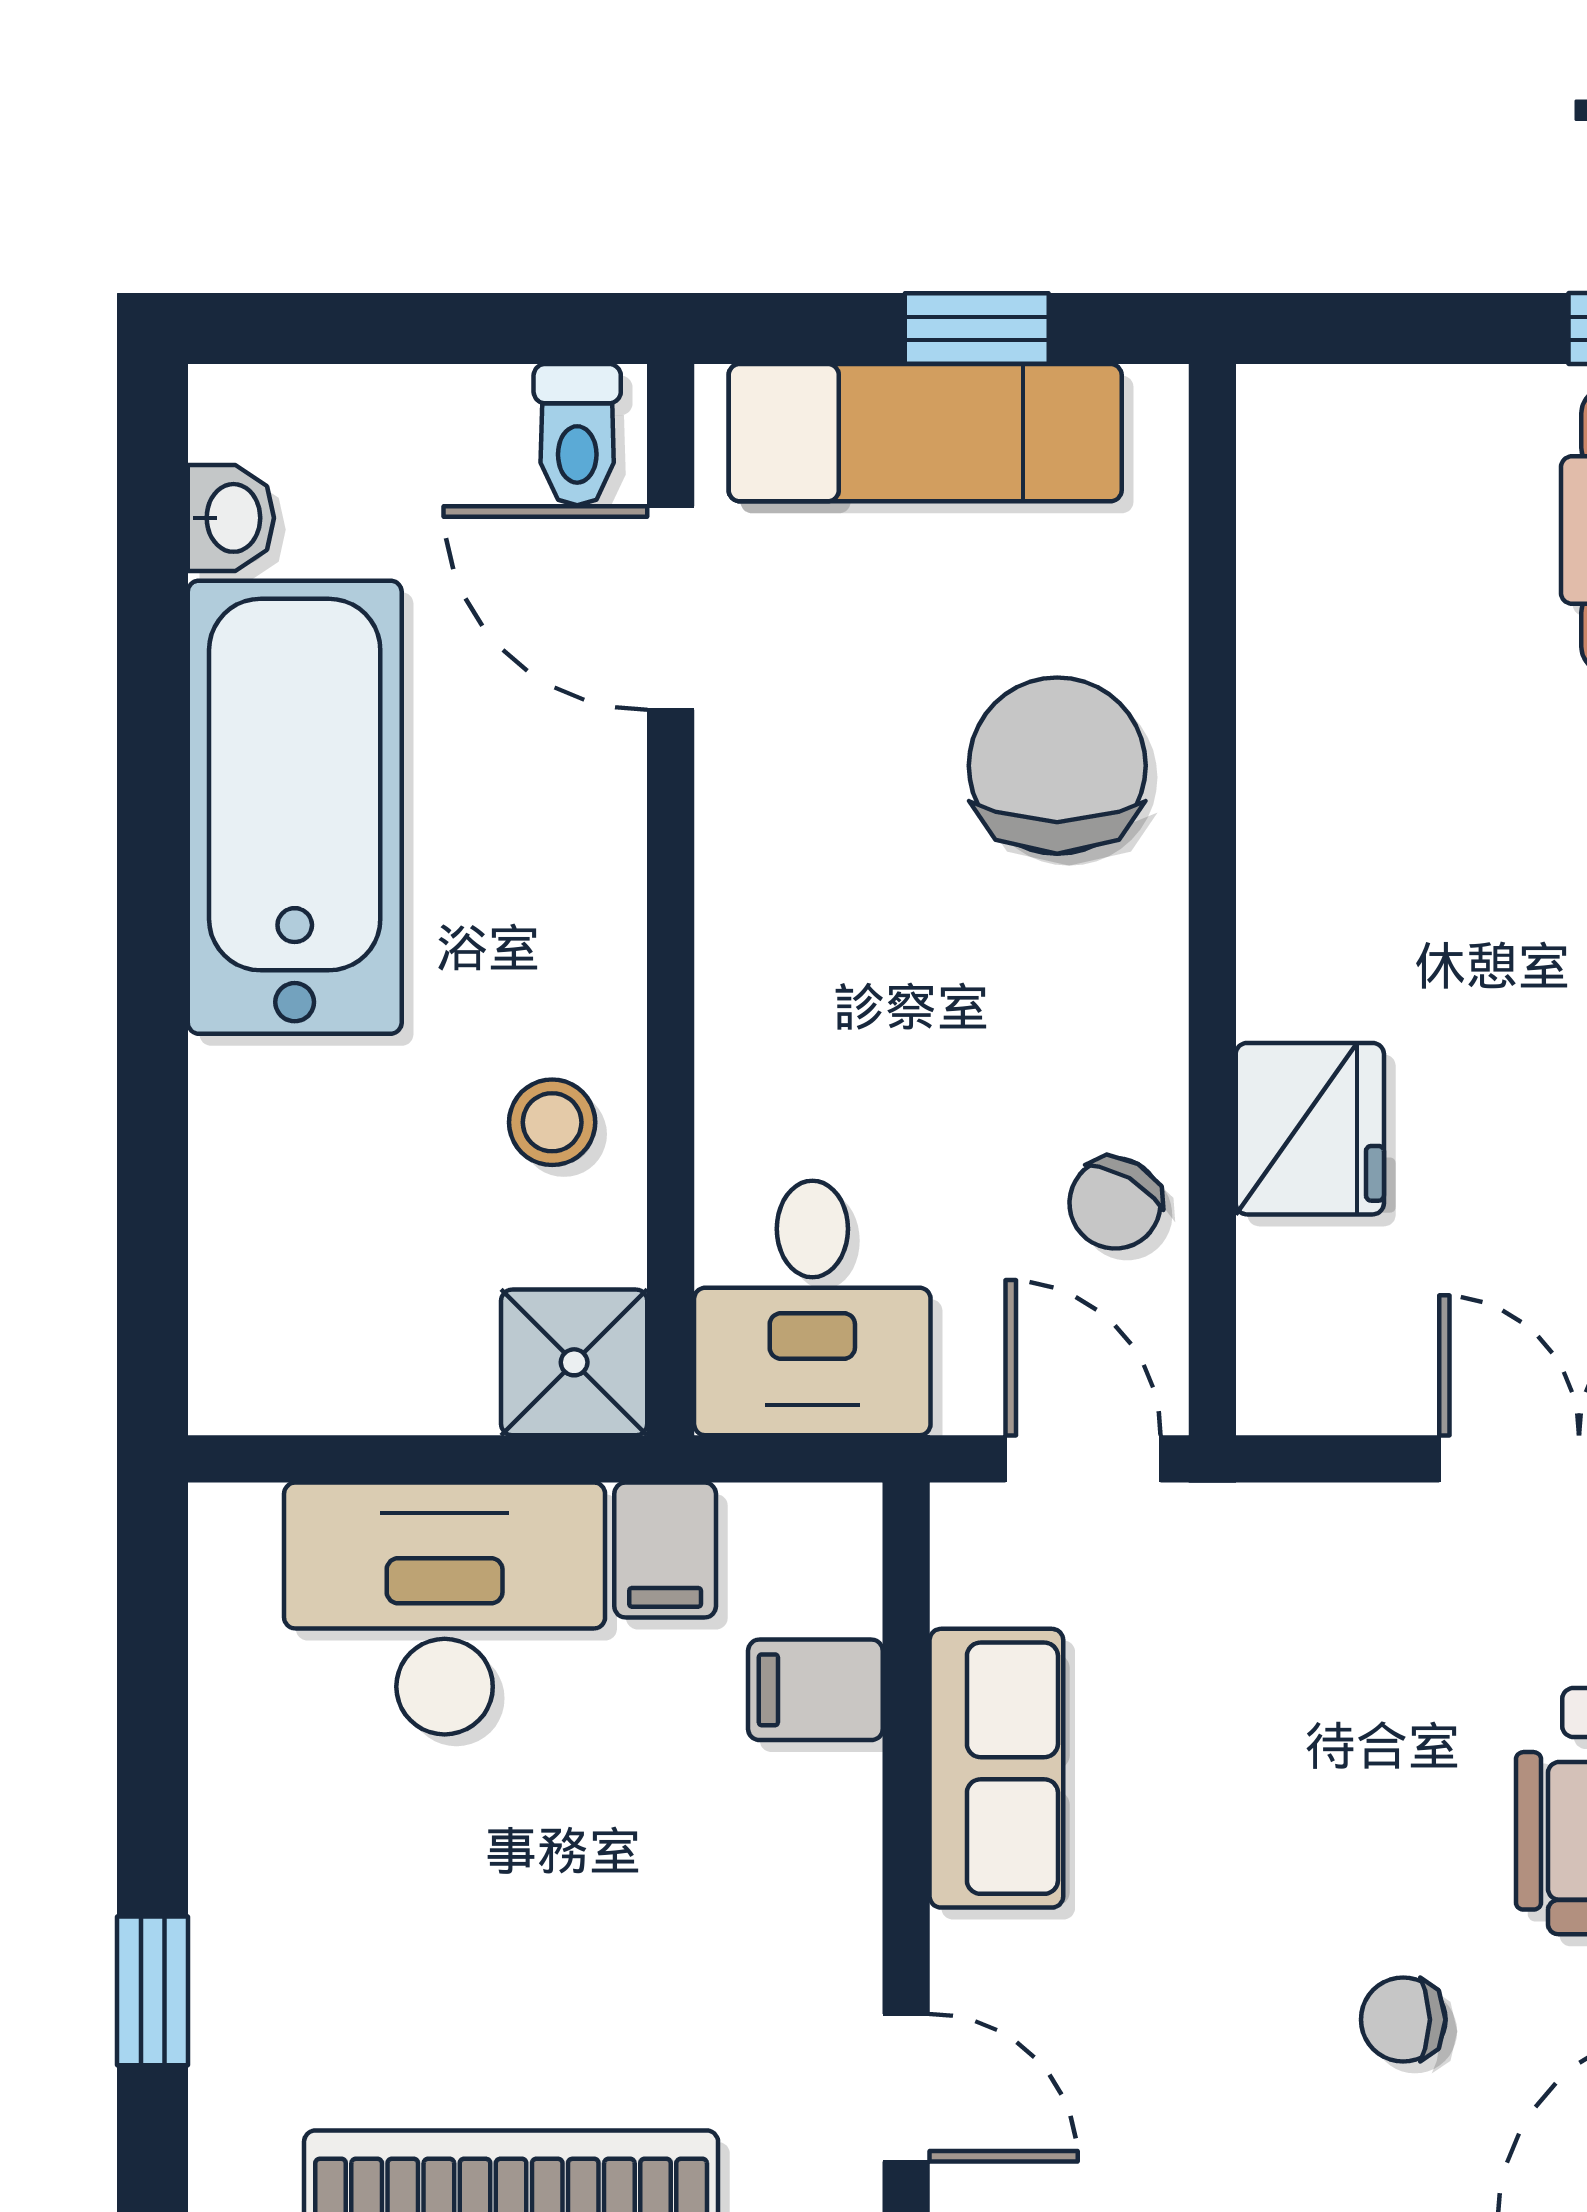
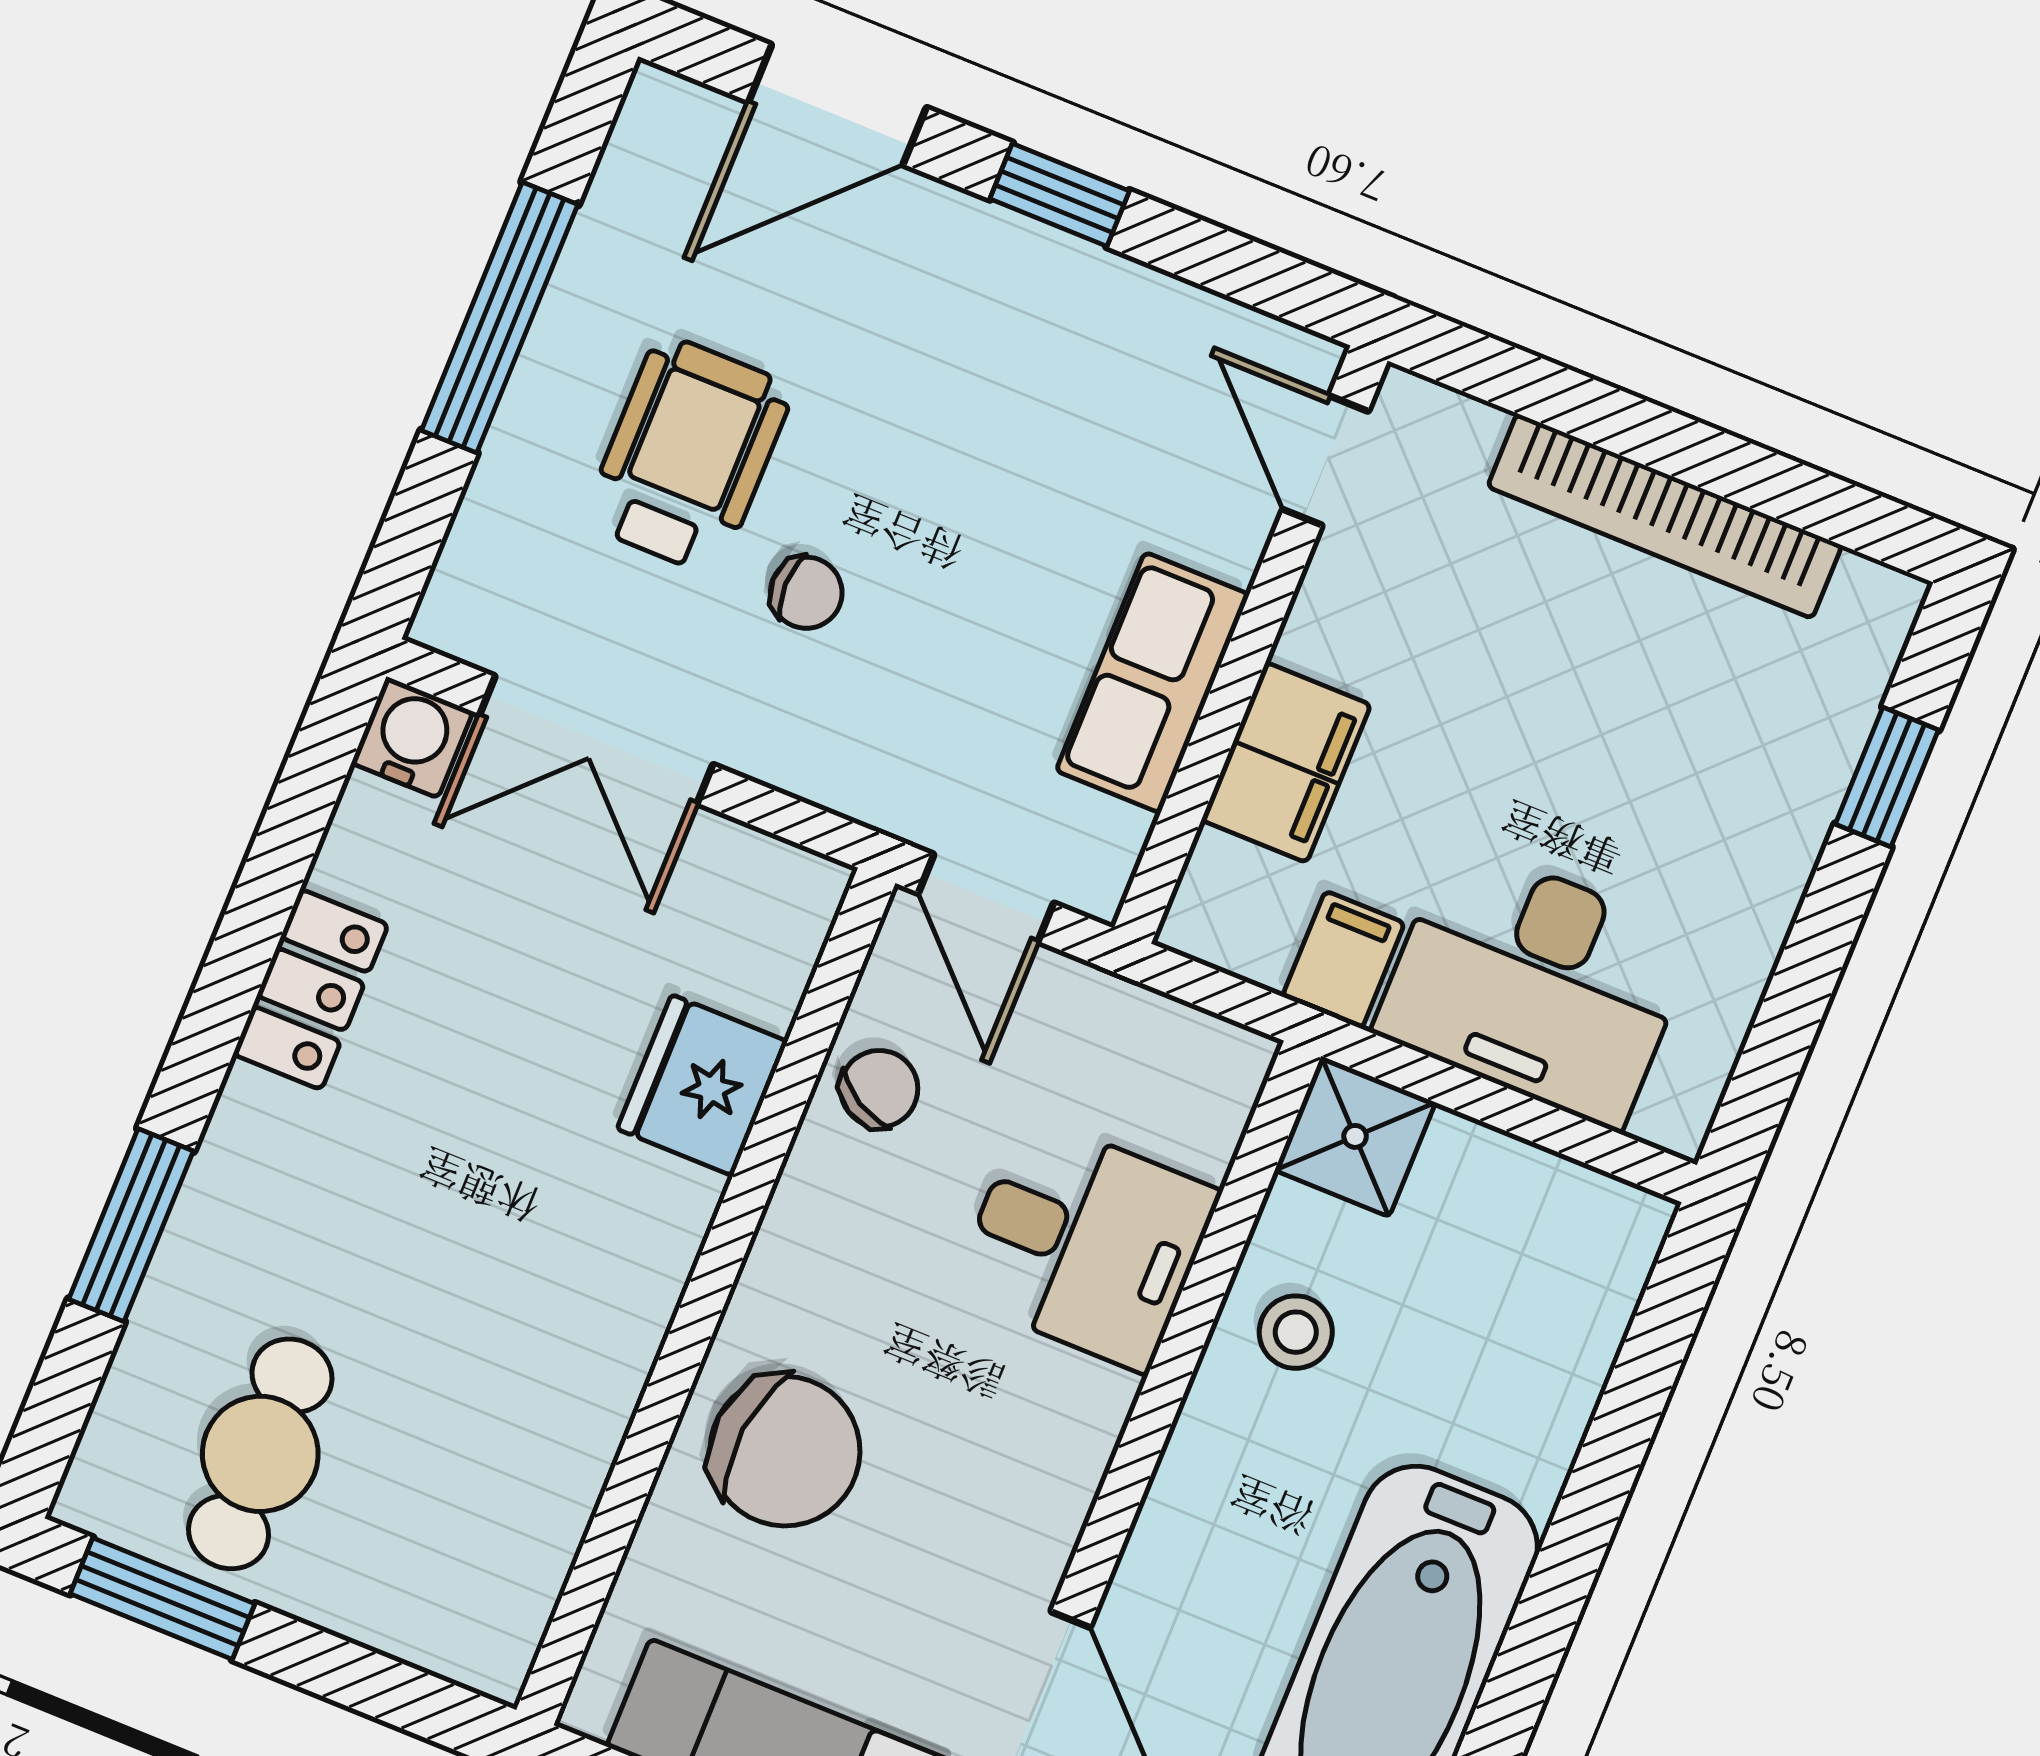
chair: (1057, 766) -> (785, 1451), turned -84
desk: (812, 1308) -> (1085, 1243), moved, turned 90
filing cabinet: (815, 1690) -> (1286, 762), width x2.00
chair: (1403, 2020) -> (806, 593), moved

